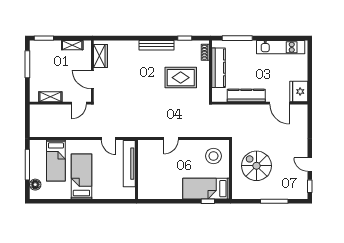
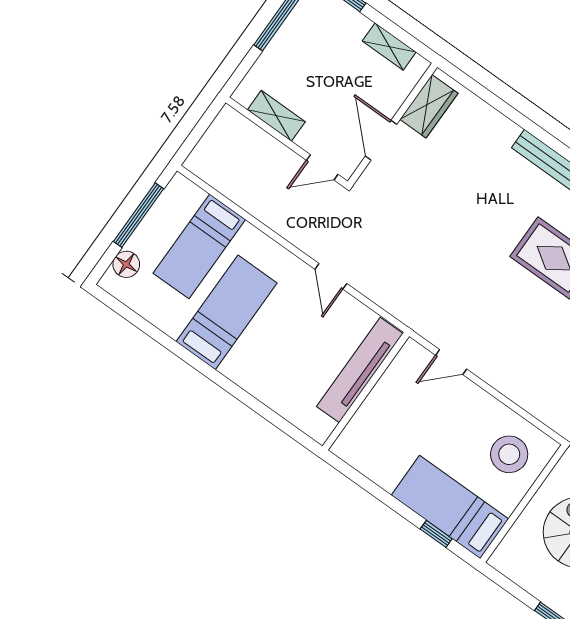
tv unit: (129, 164) -> (360, 370), moved
wall: (137, 169) -> (366, 391), moved

